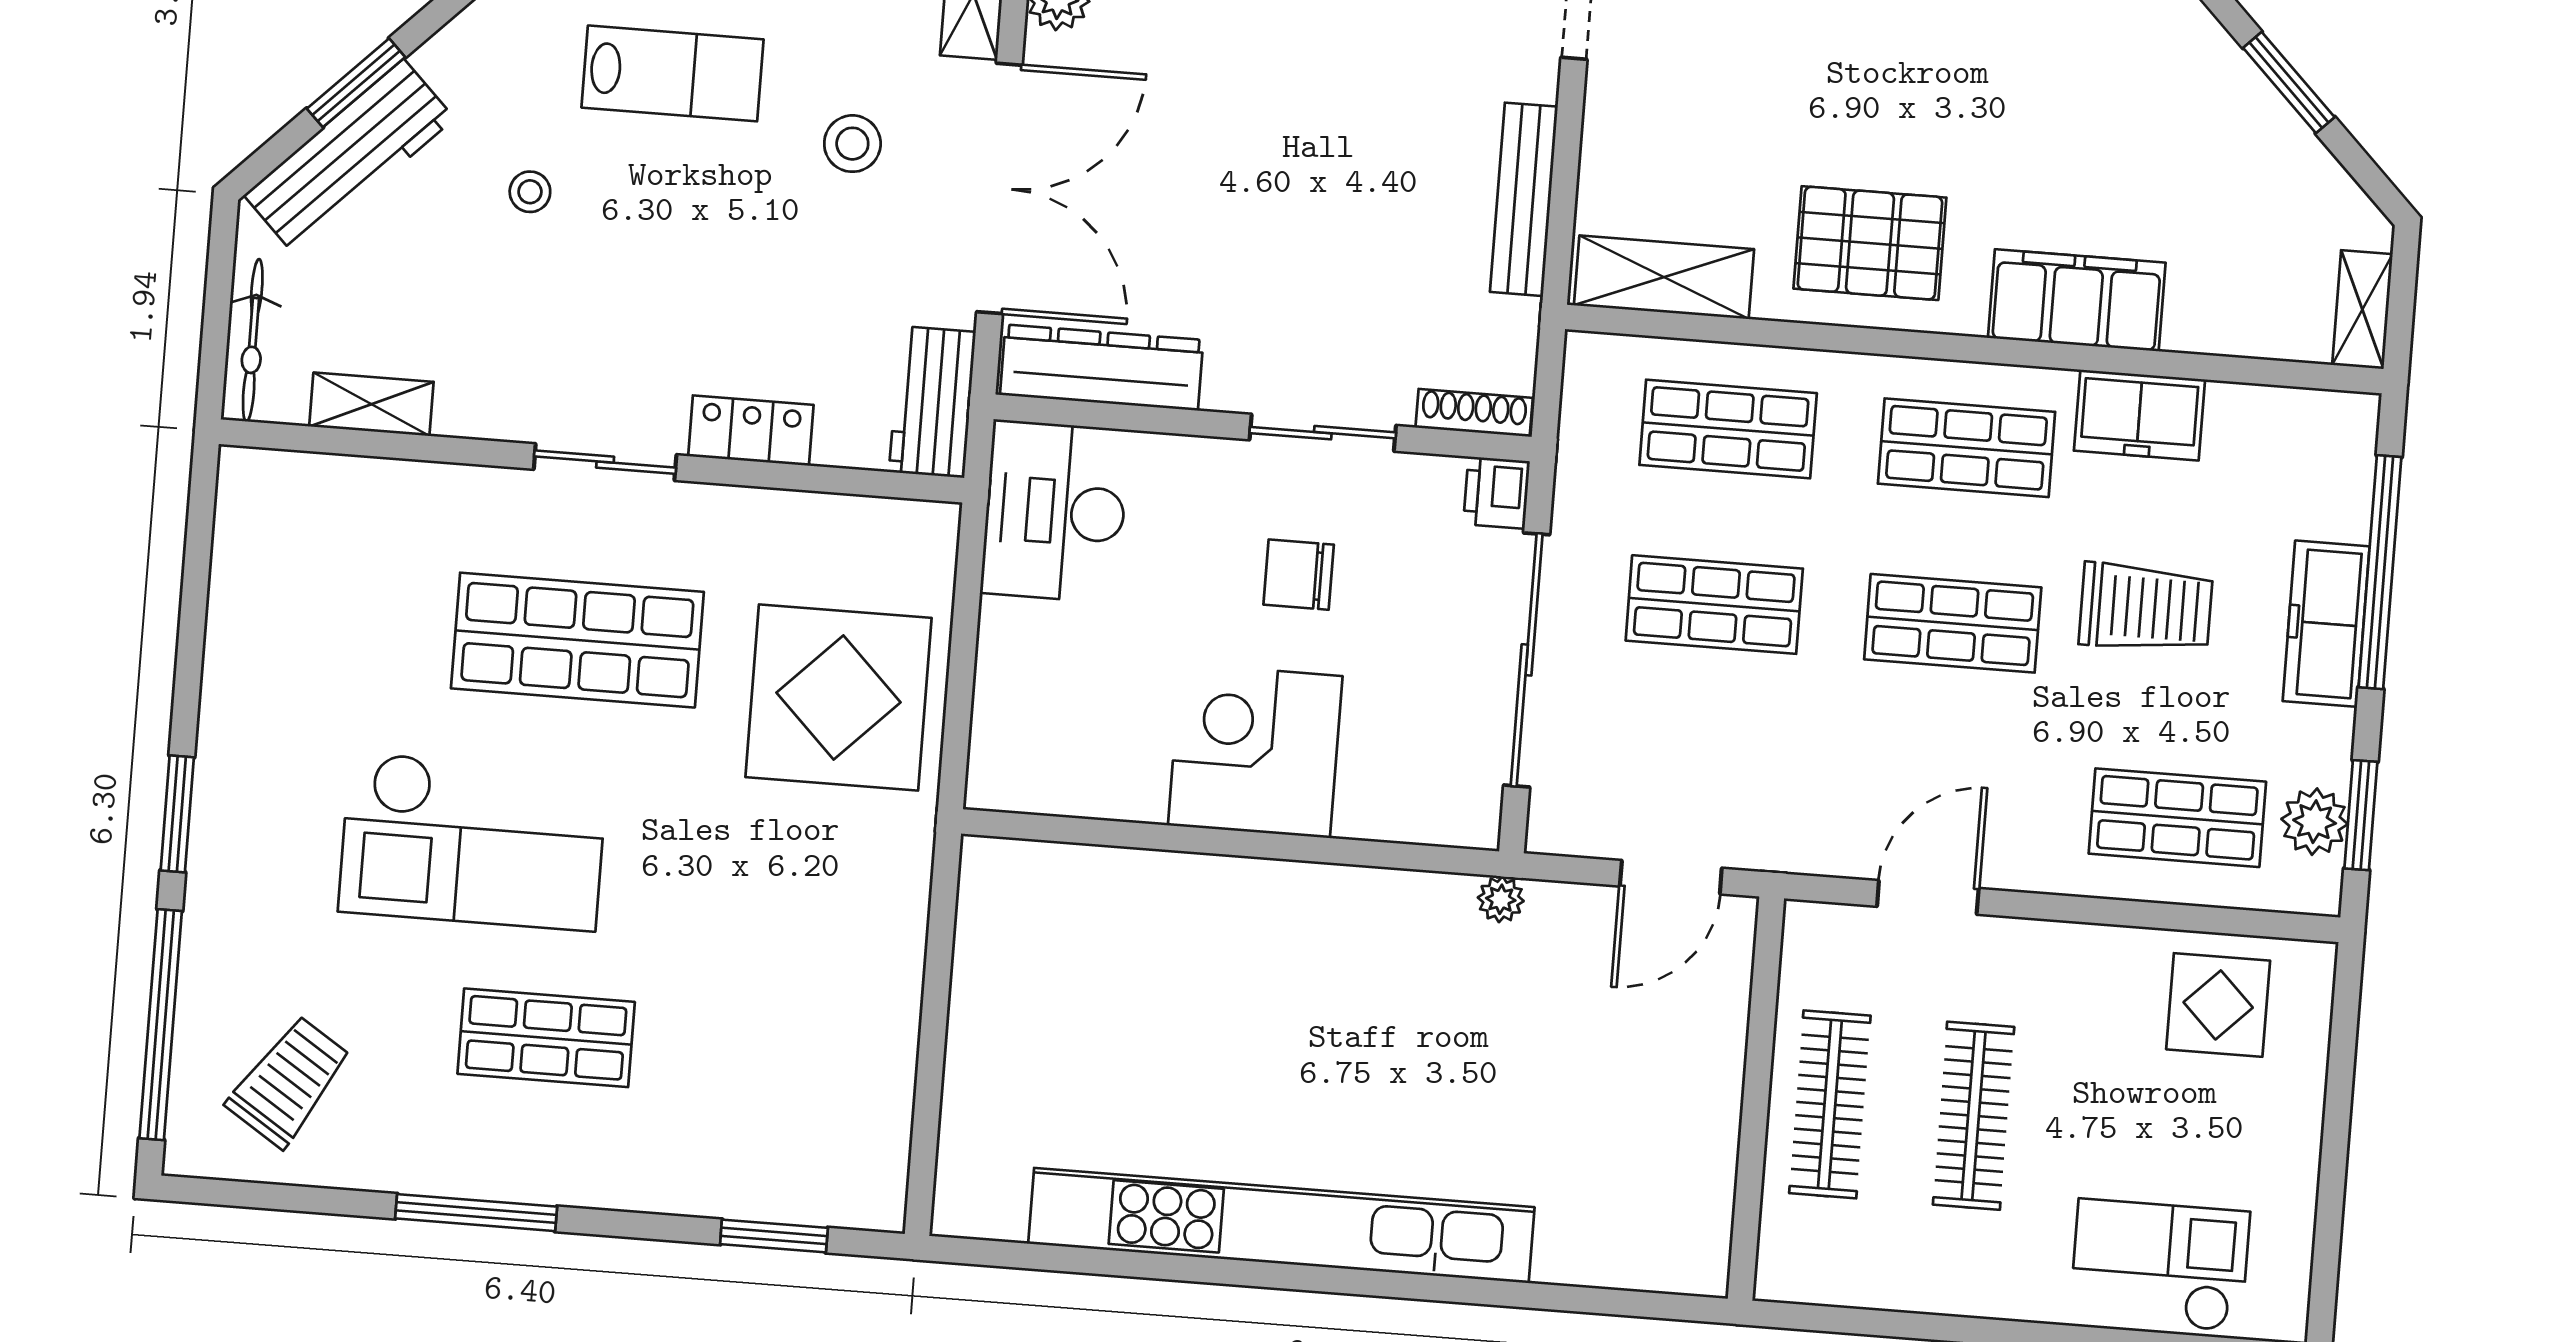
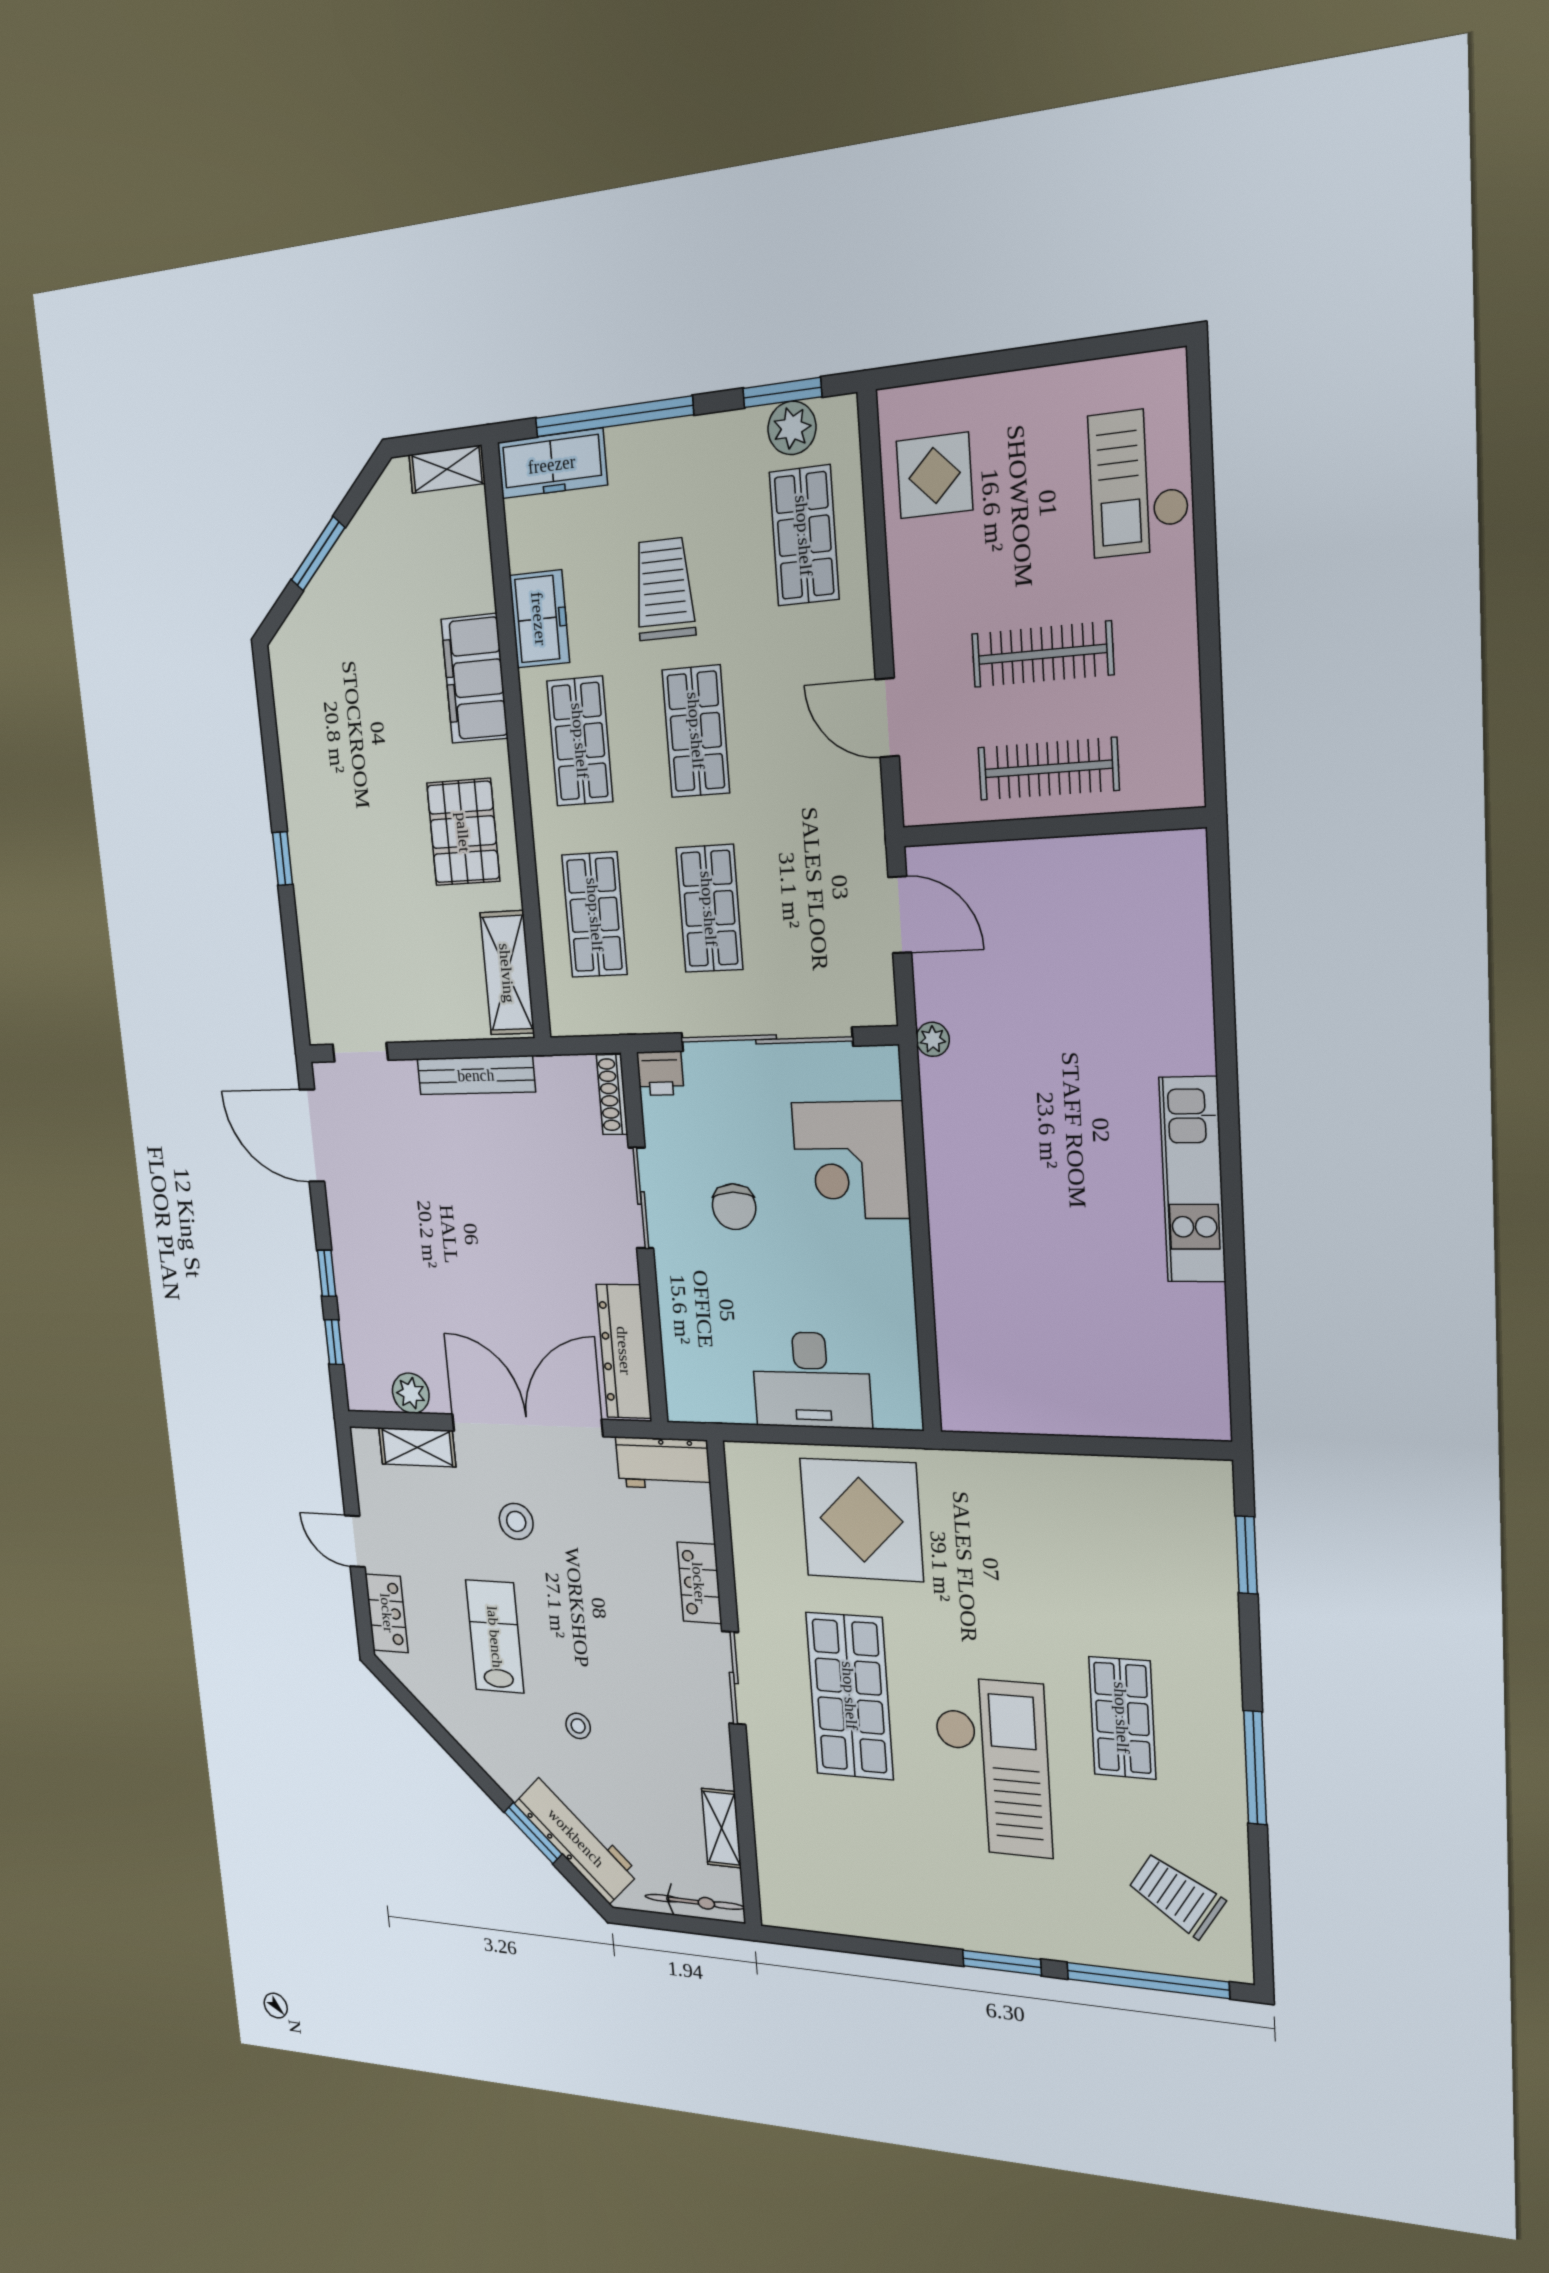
desk: (1055, 511) -> (811, 1380), moved
freezer: (2326, 624) -> (552, 464), moved
corner desk: (1255, 751) -> (851, 1160), moved
kitchen unit: (1281, 1225) -> (1193, 1180), width x0.54

